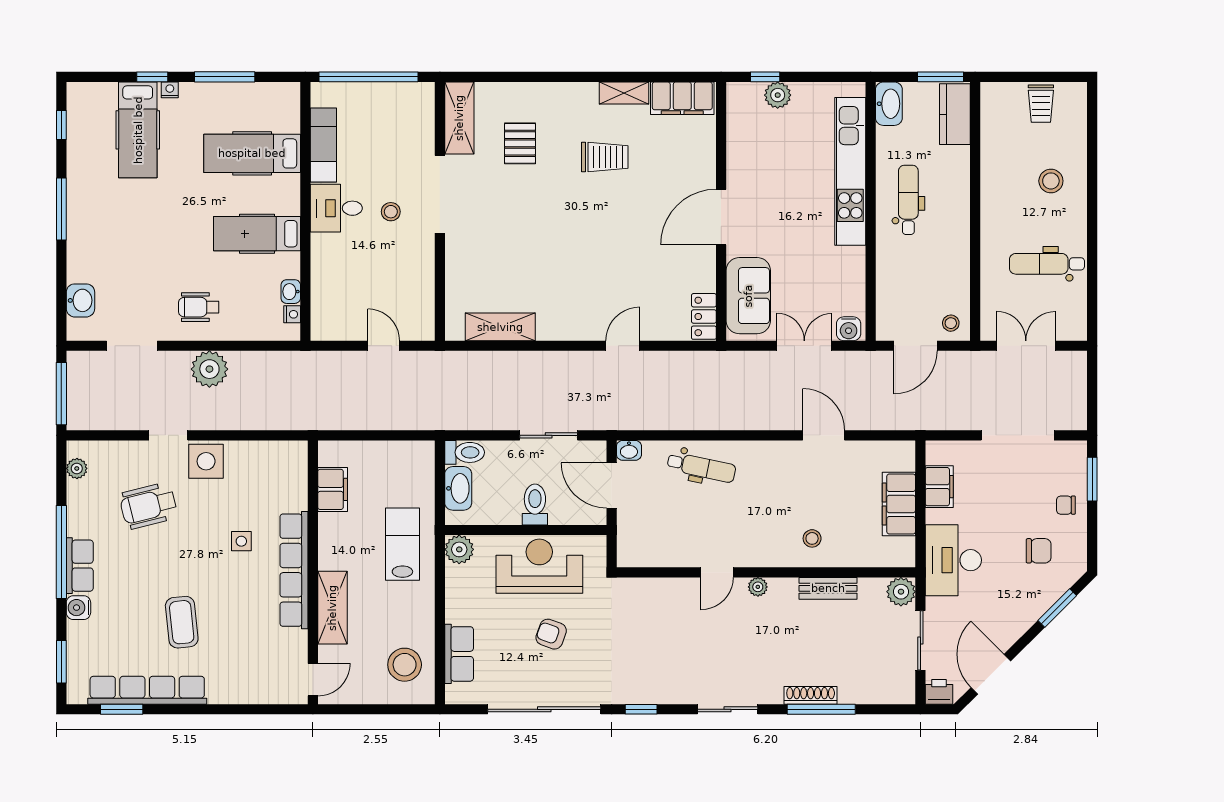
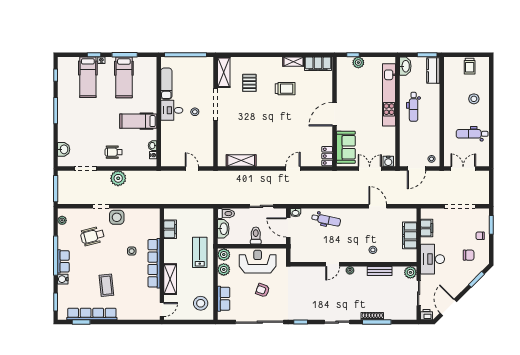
hospital bed: (252, 153) -> (124, 77), moved, turned -90
dental chair: (908, 200) -> (414, 107), turned 180
plant: (459, 585) -> (224, 269), added

